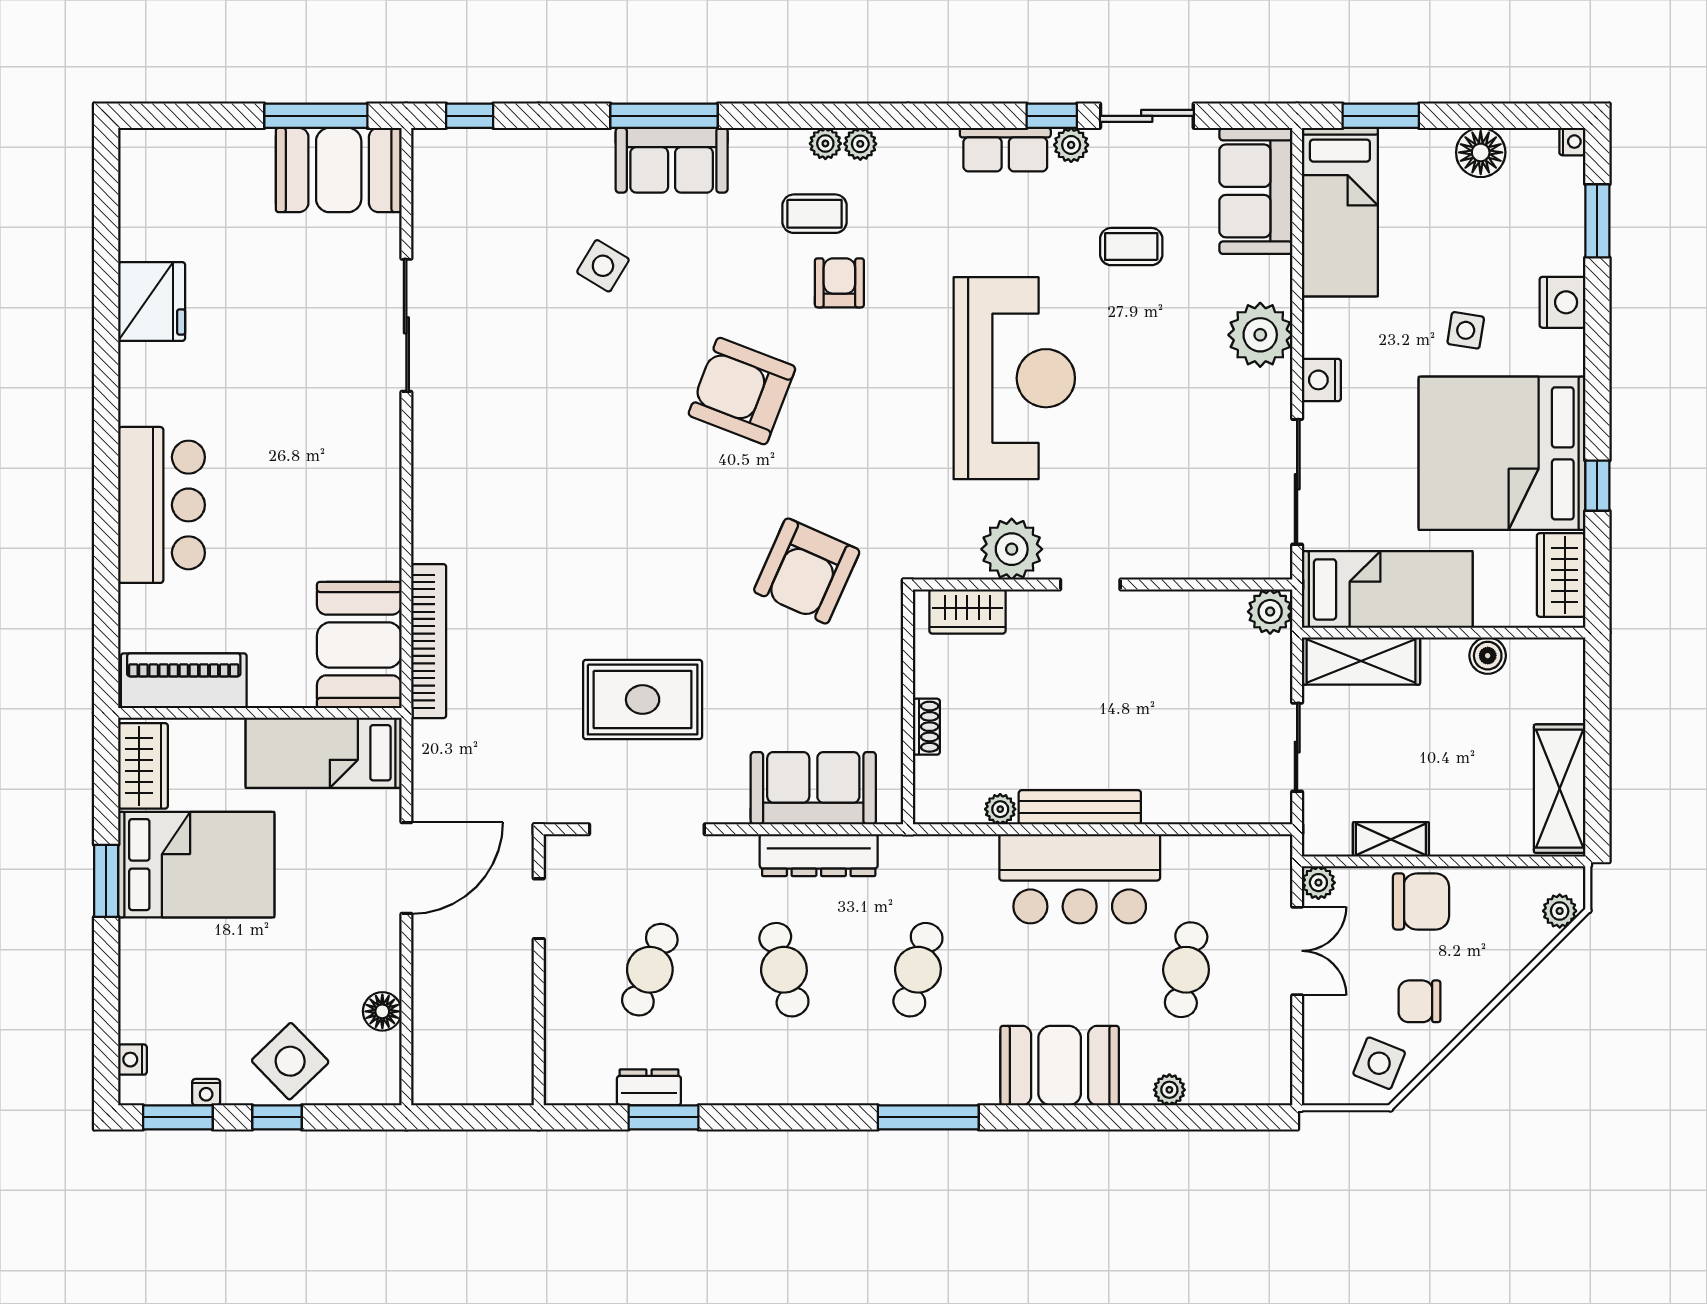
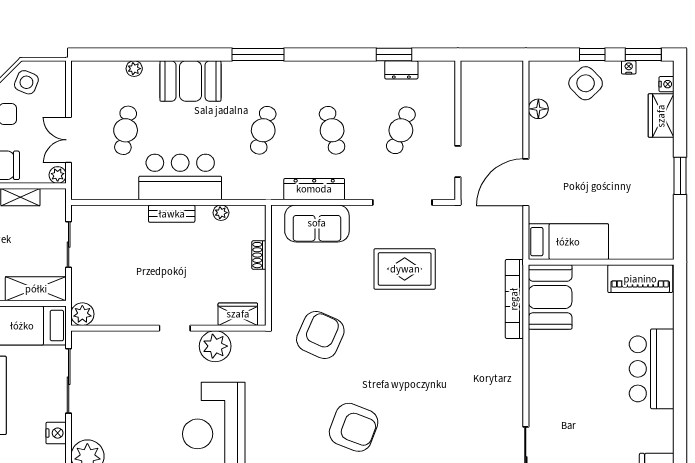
wardrobe: (143, 766) -> (661, 116), moved
bench: (1080, 807) -> (172, 214), width x0.73
bed: (196, 865) -> (634, 184), removed

